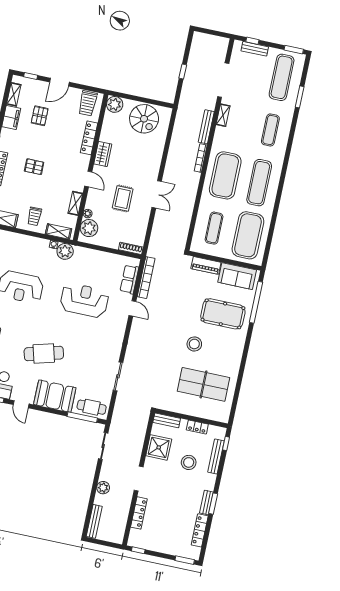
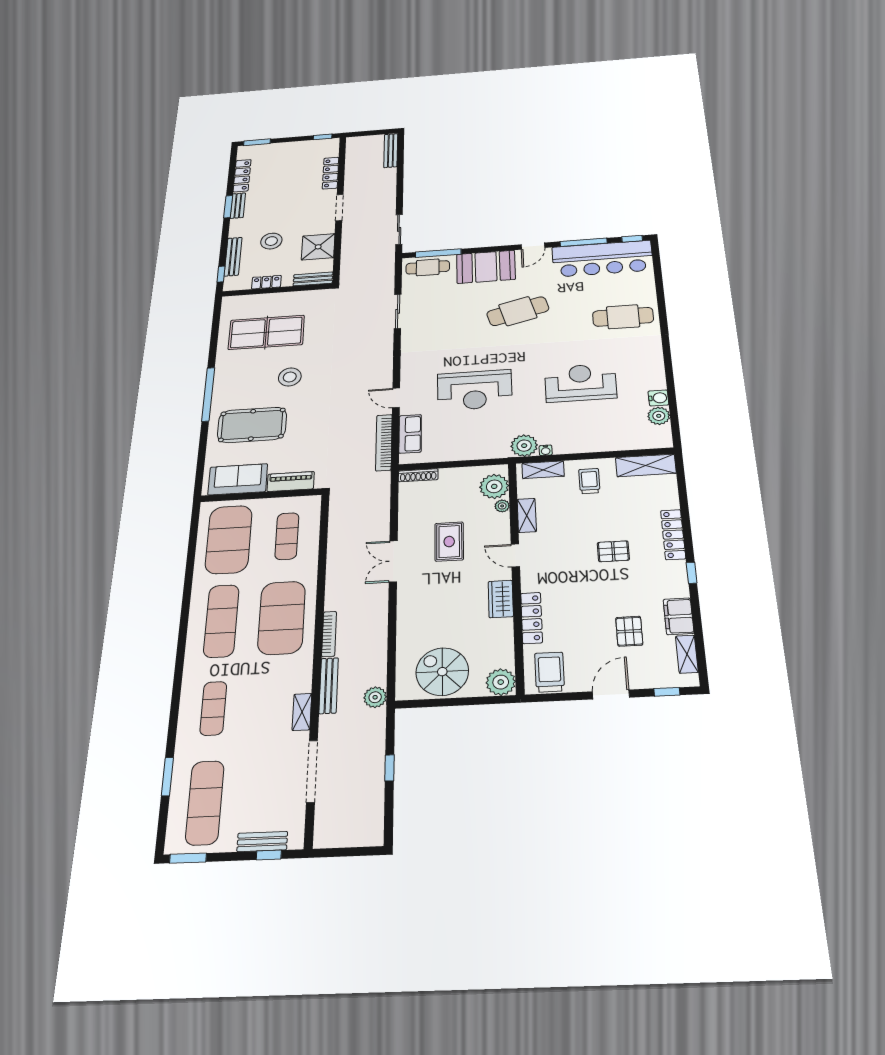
window: (256, 302) -> (208, 394), moved
door: (21, 404) -> (533, 246), swing flipped
plant: (103, 488) -> (375, 697), moved

